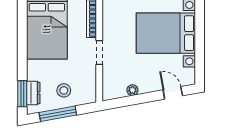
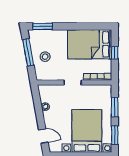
dresser: (33, 93) -> (43, 34), removed
door: (173, 93) -> (43, 136), hinge flipped

